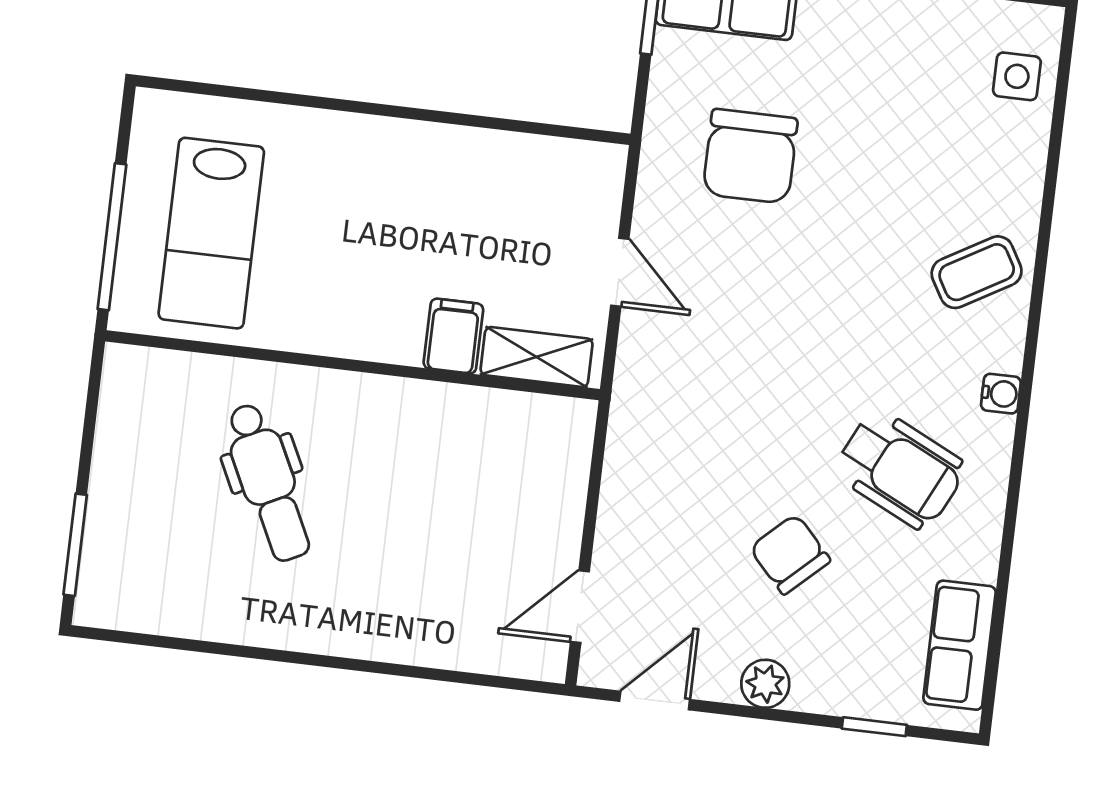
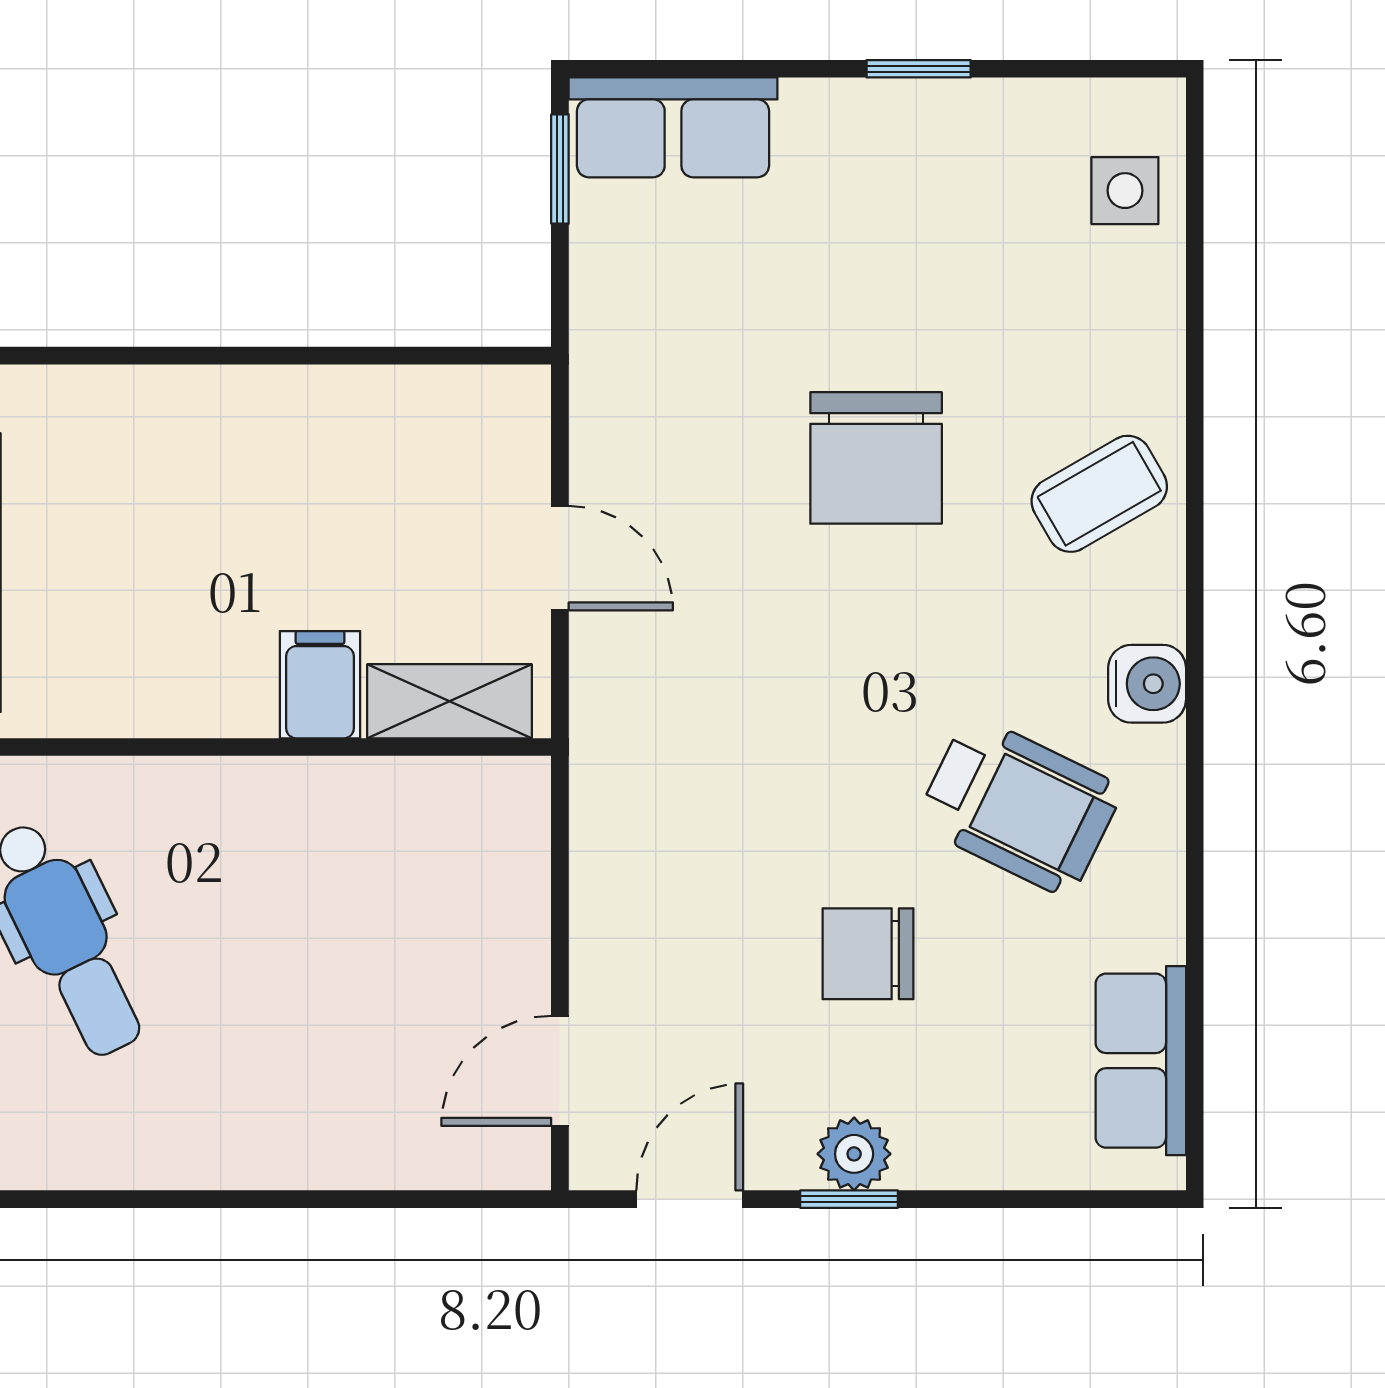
chair: (750, 156) -> (876, 458), moved
water cooler: (1001, 394) -> (1147, 684), width x1.38, depth x1.38
chair: (790, 554) -> (868, 954), turned -47
window: (874, 727) -> (849, 1199), moved

